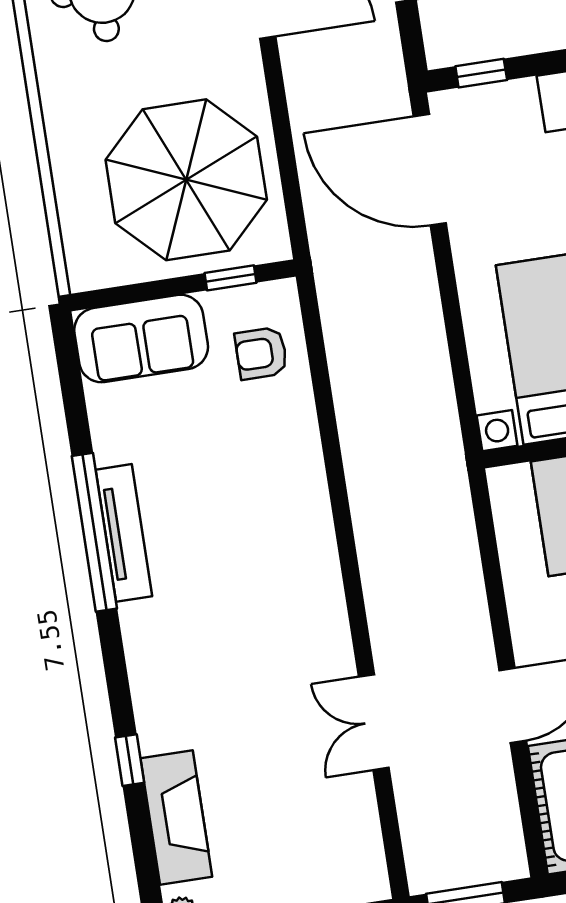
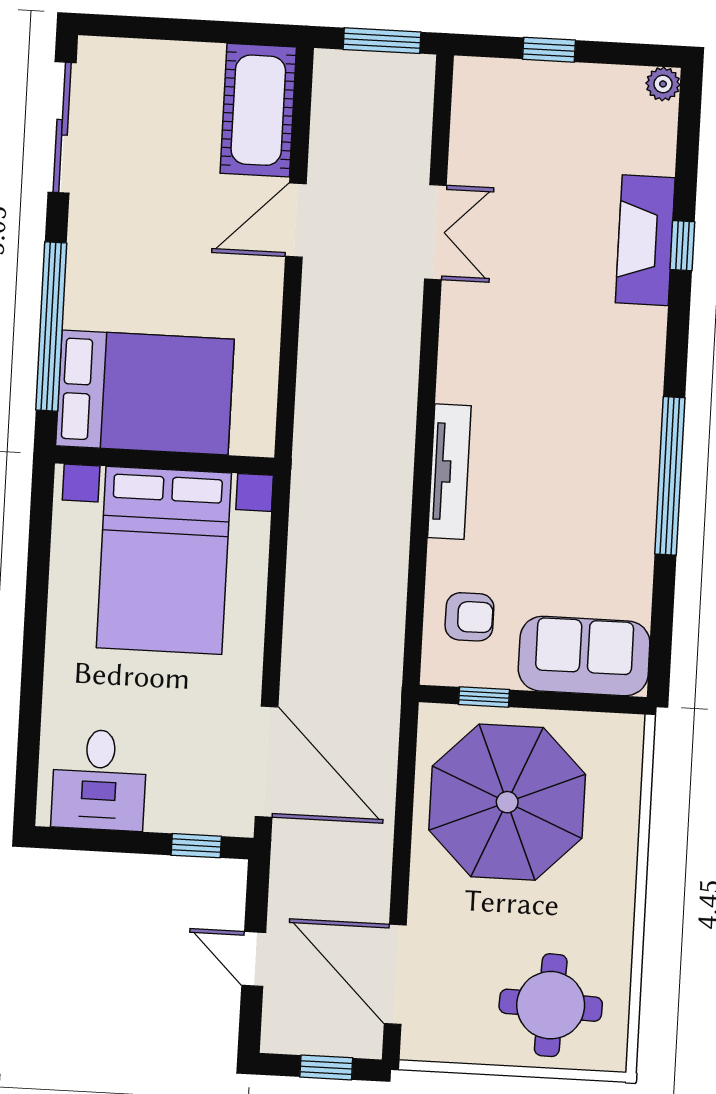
tv unit: (124, 533) -> (449, 472), moved, turned 180
fireplace: (176, 818) -> (645, 240), moved

